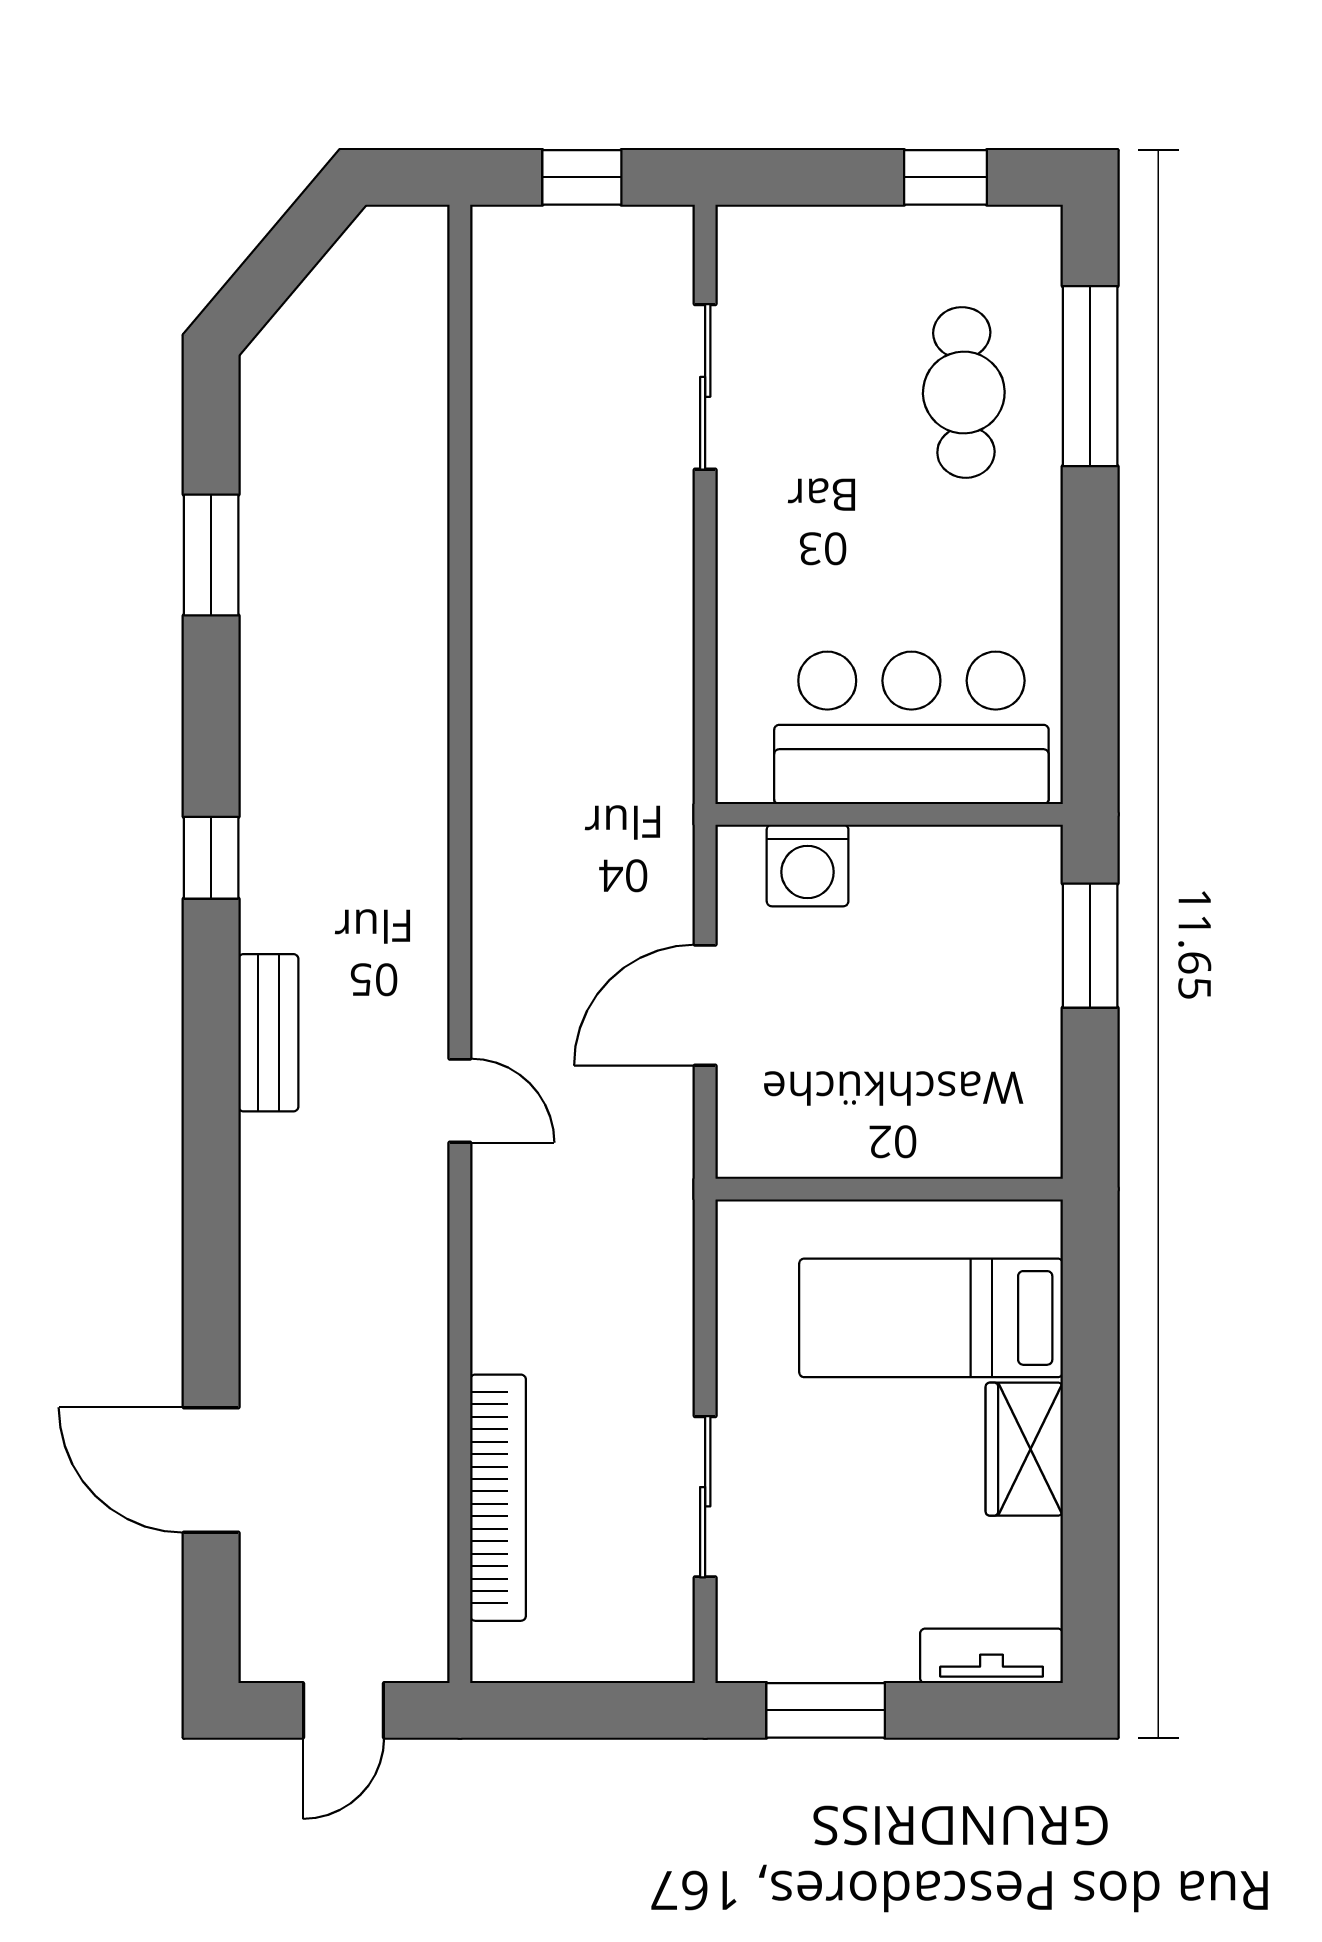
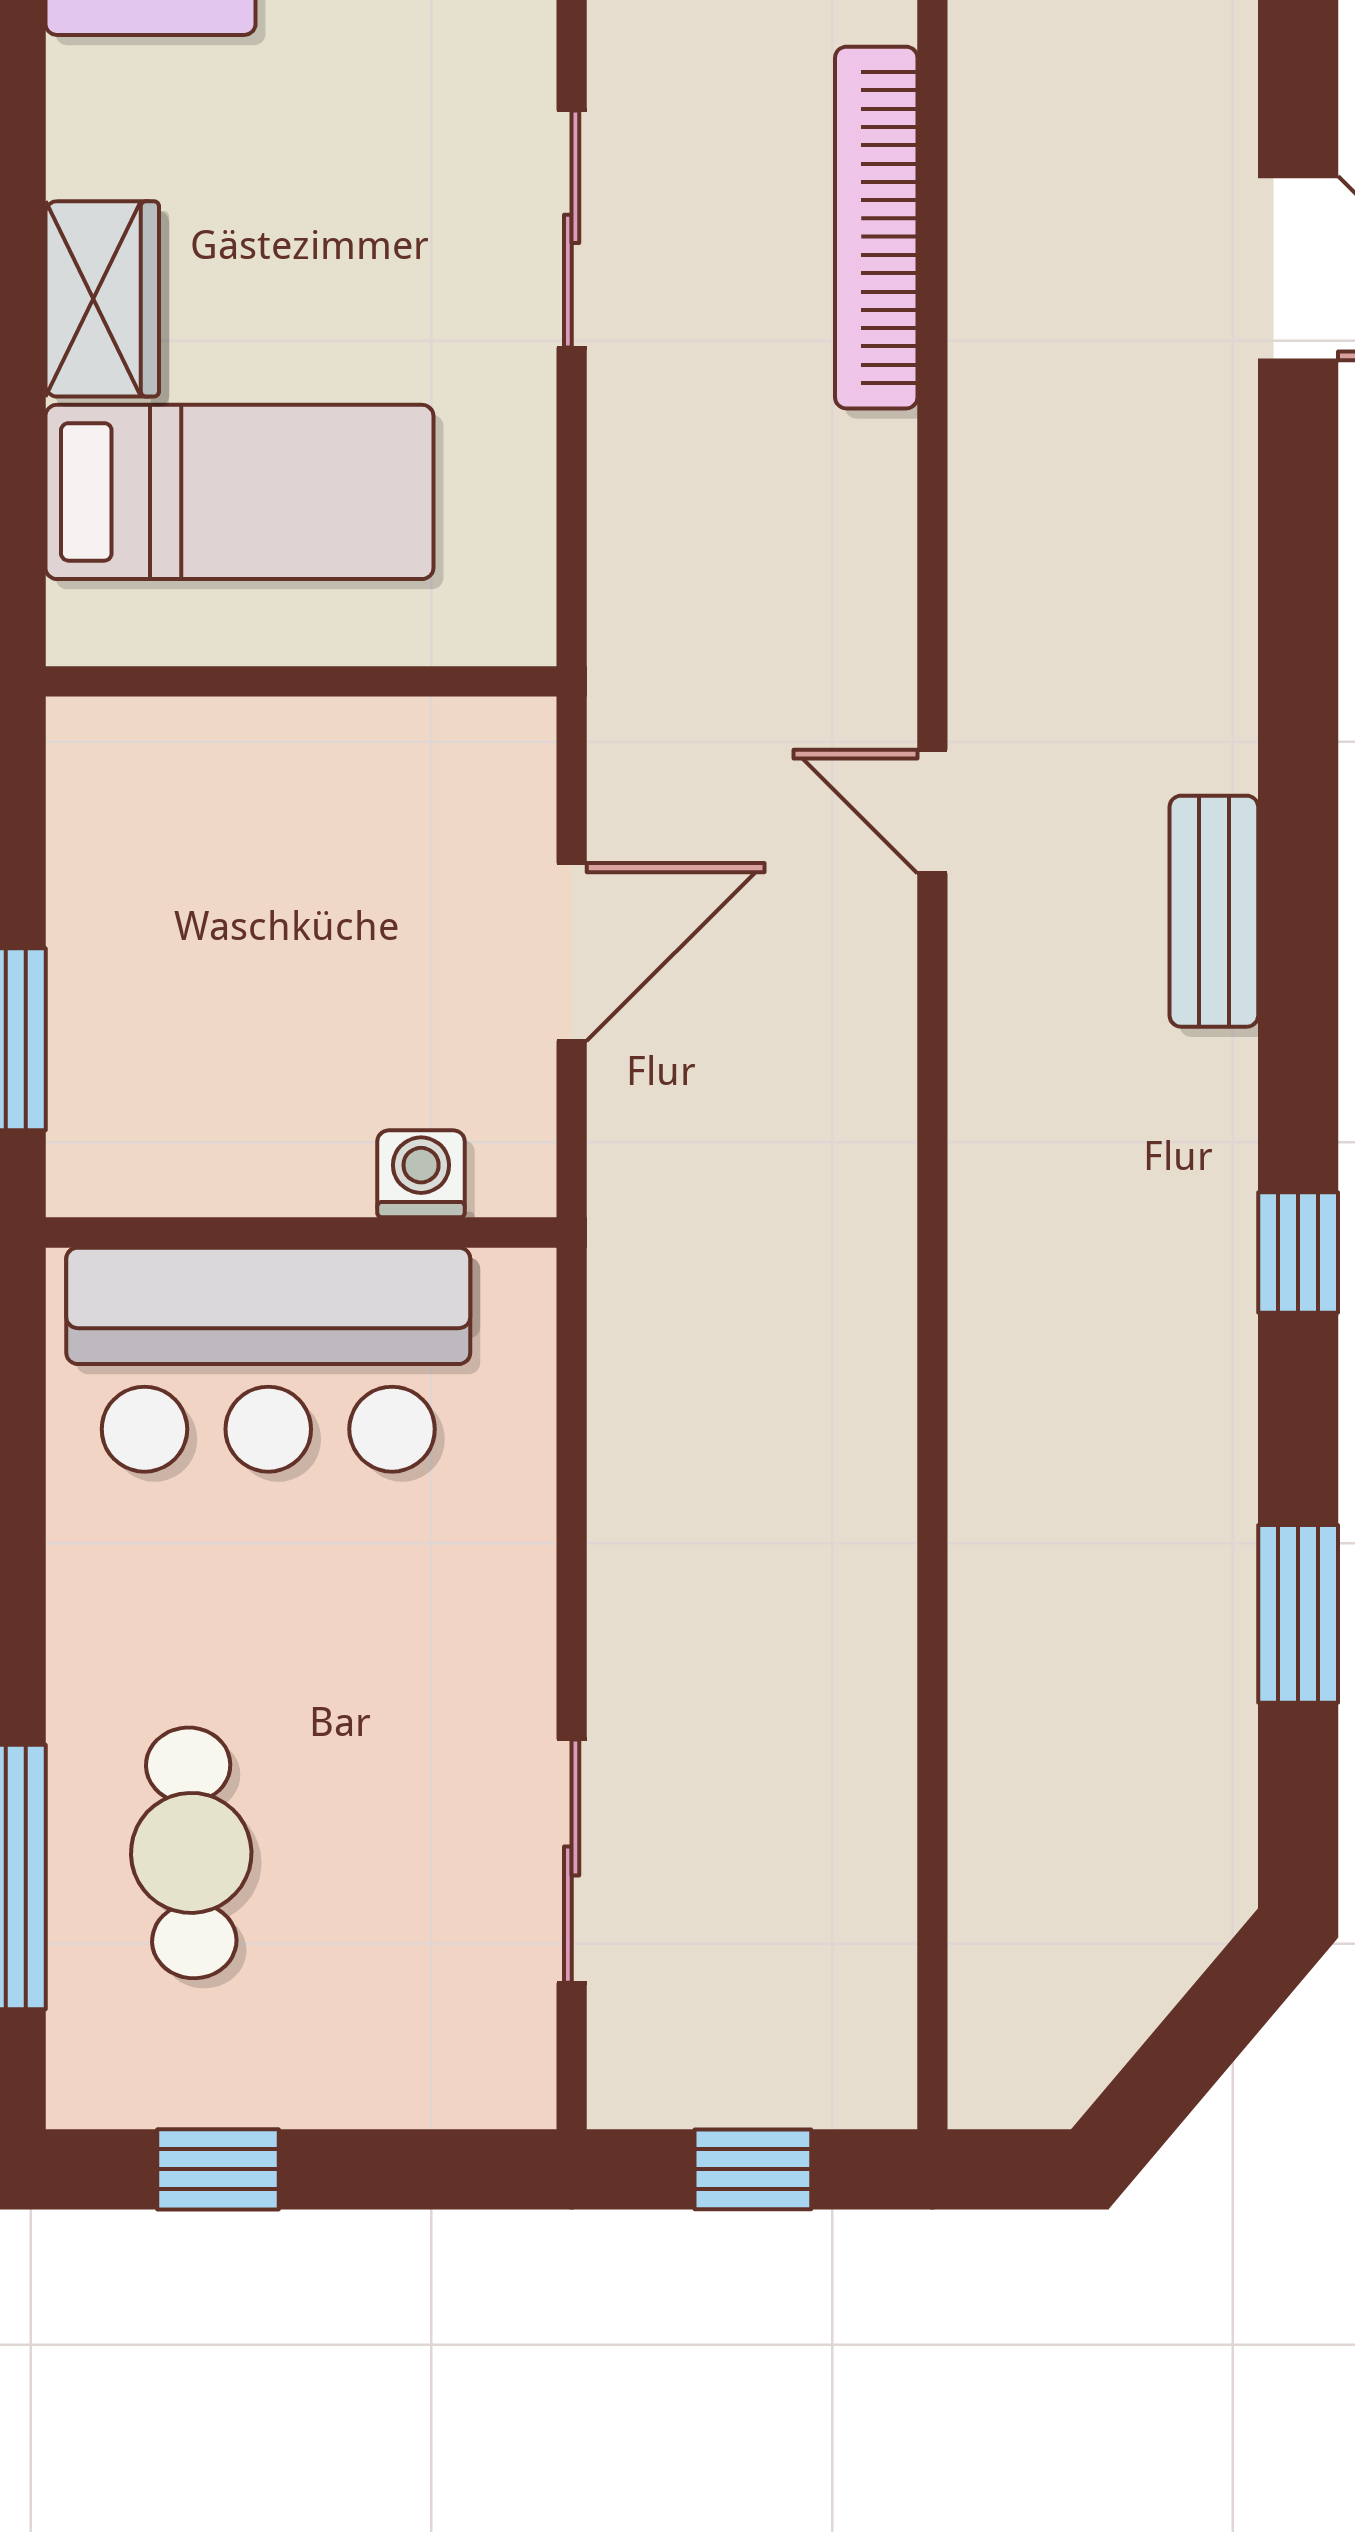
window: (211, 858) -> (1298, 1253), moved
washing machine: (808, 865) -> (421, 1174), width x0.73, depth x0.73

